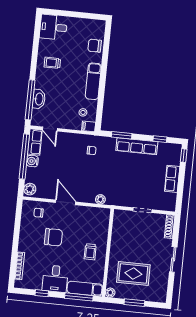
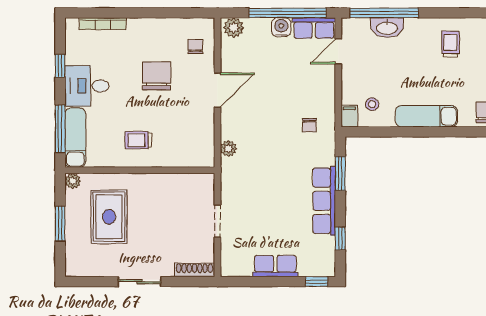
chair: (53, 237) -> (157, 76), turned 180

